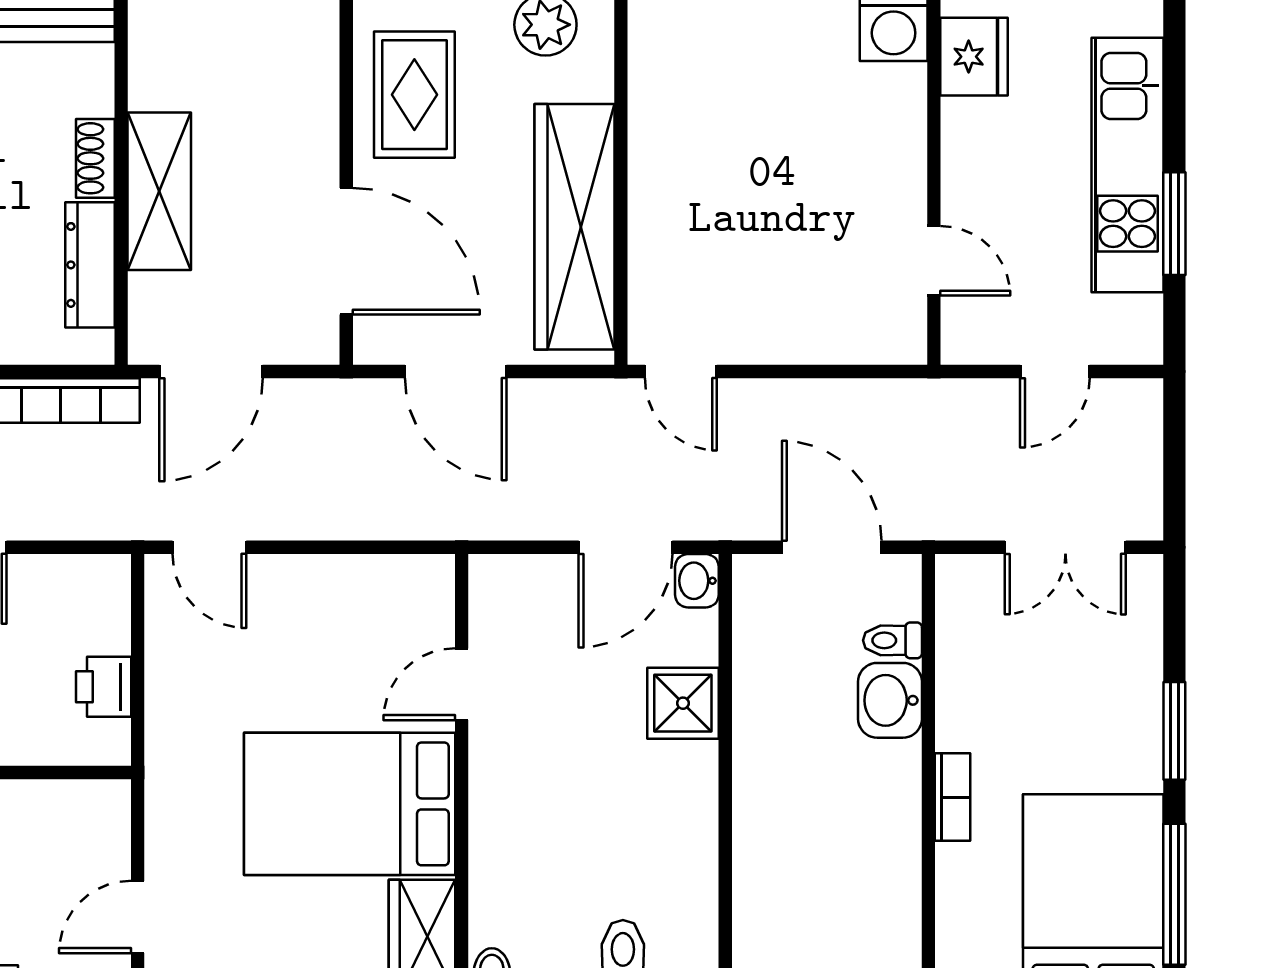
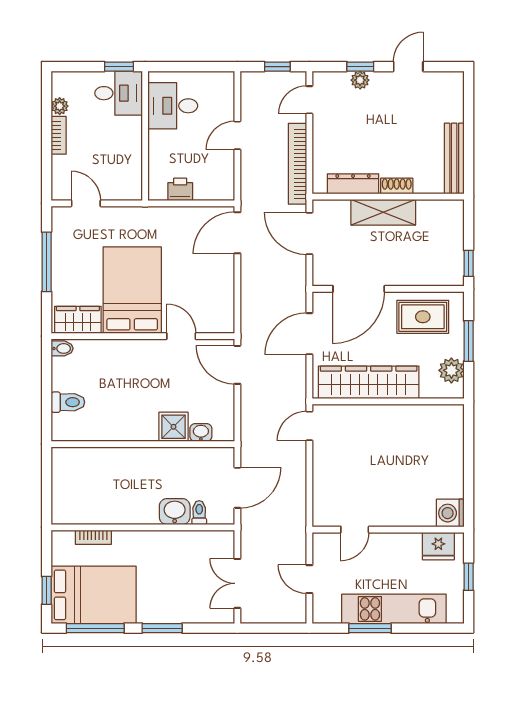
door: (209, 547) -> (237, 233), width x1.38
door: (625, 547) -> (237, 365), moved
washbasin: (697, 581) -> (201, 432), moved
bookcase: (952, 797) -> (93, 537), moved

